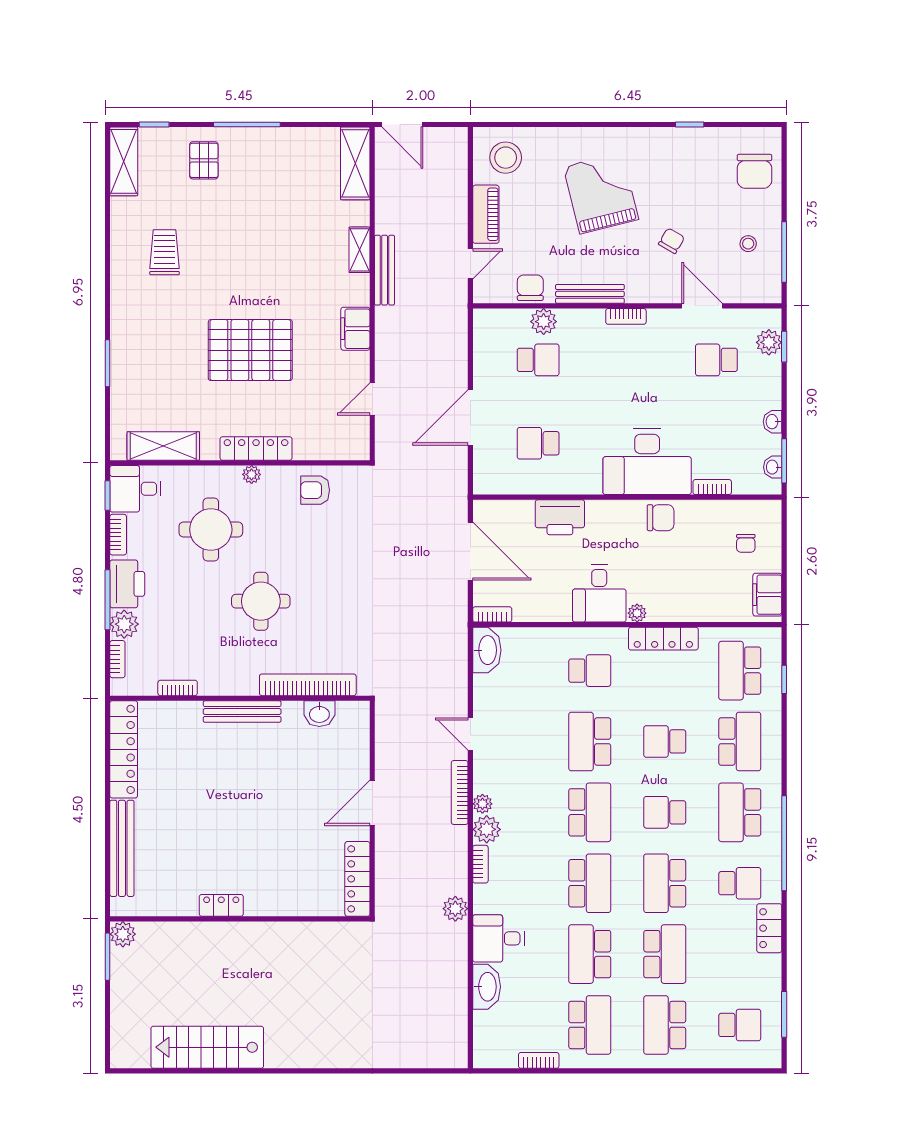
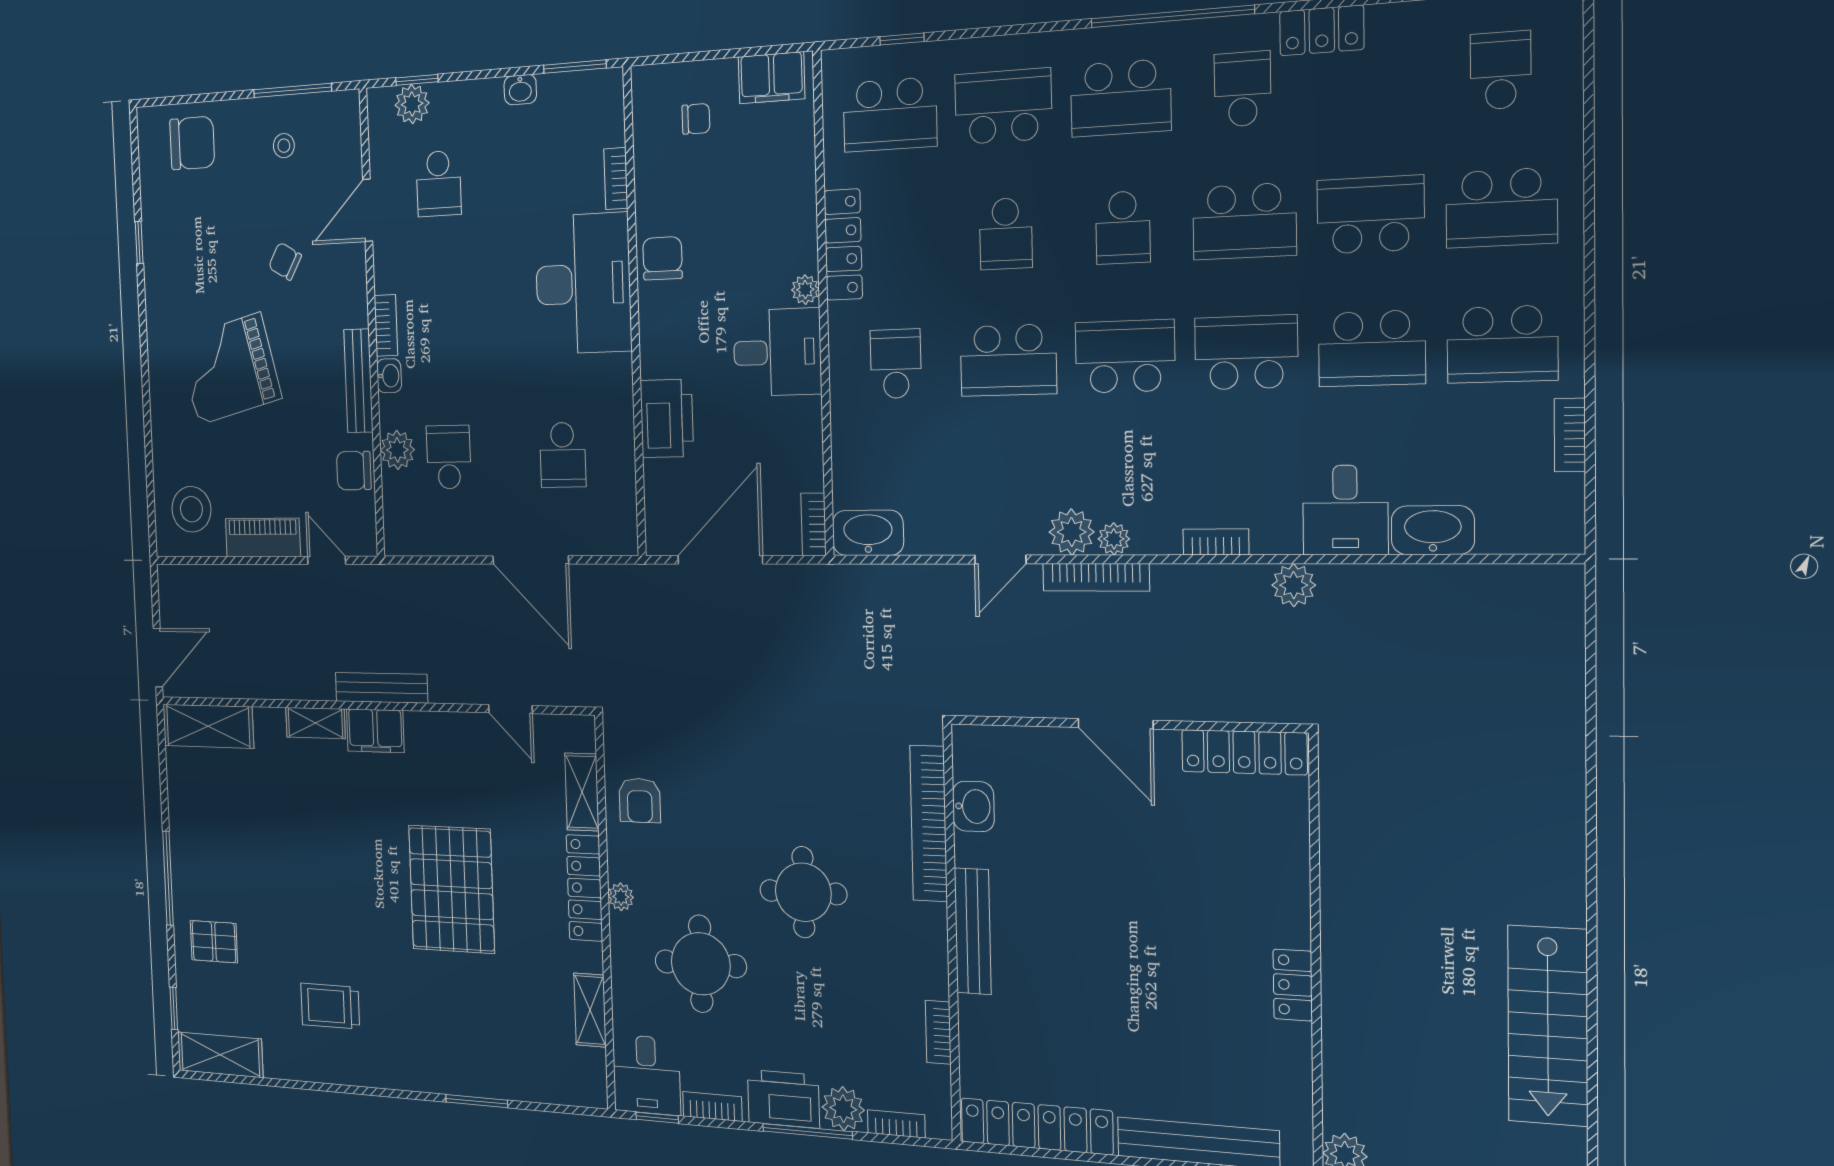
bench: (385, 270) -> (381, 688), moved
filing cabinet: (355, 329) -> (375, 731), moved
shelving: (163, 446) -> (590, 1010), width x0.67, depth x0.75
shelving: (319, 449) -> (582, 792), added
washbasin: (773, 467) -> (389, 376), moved, turned -90
plant: (487, 829) -> (1072, 532), moved
school desk: (590, 1025) -> (1502, 344), turned 180

